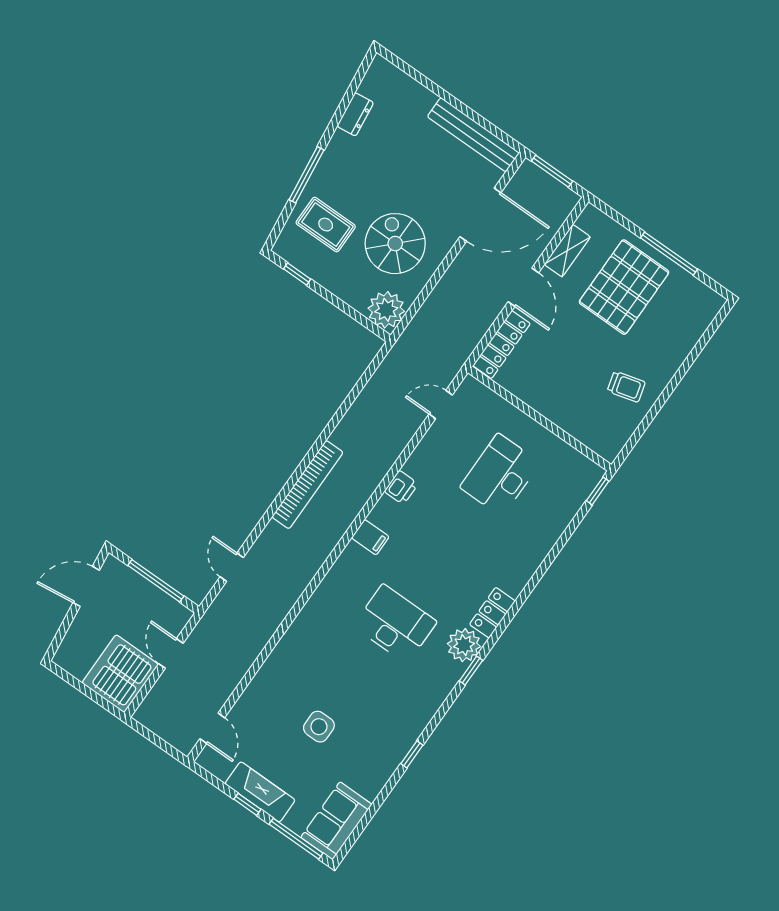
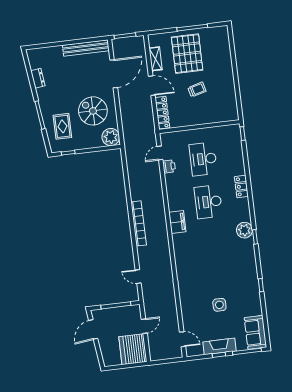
rug: (326, 225) -> (62, 126), turned 90
trolley: (626, 387) -> (197, 89), moved
printer: (401, 488) -> (169, 166), moved
filing cabinet: (370, 537) -> (177, 222), width x2.00
locker: (492, 613) -> (241, 187), moved
desk: (395, 624) -> (208, 202), moved, turned -90
door: (171, 653) -> (144, 326), swing flipped

